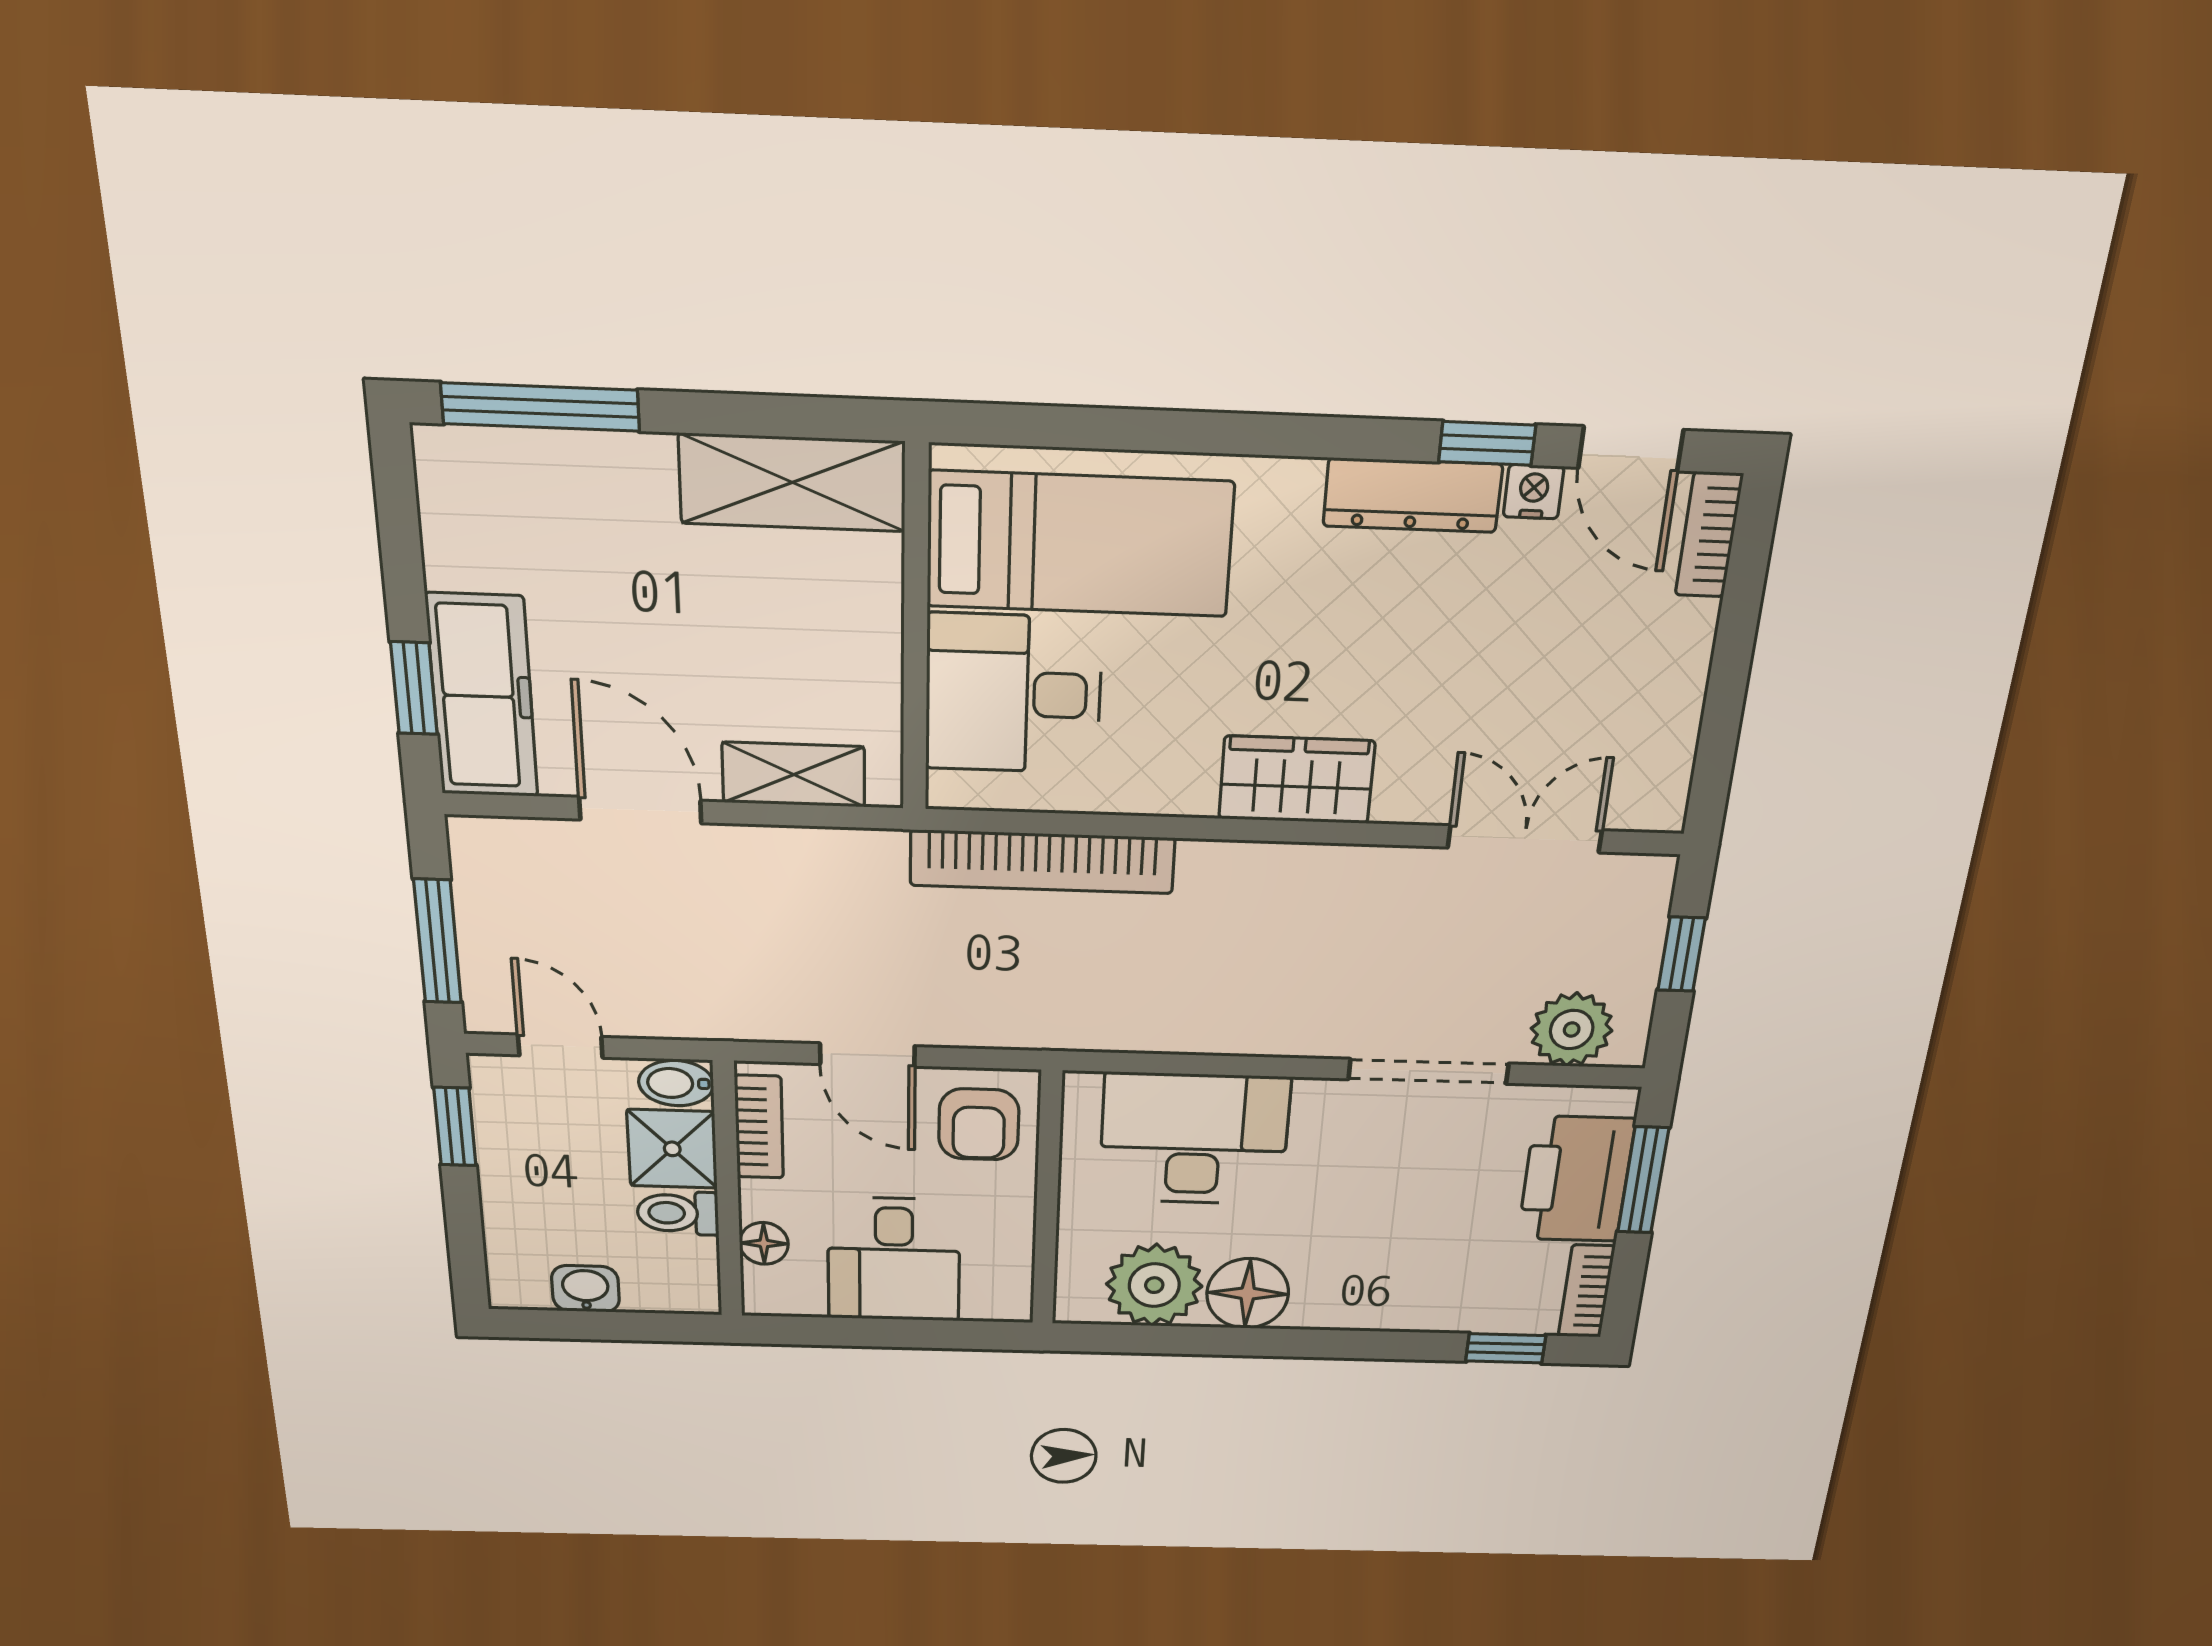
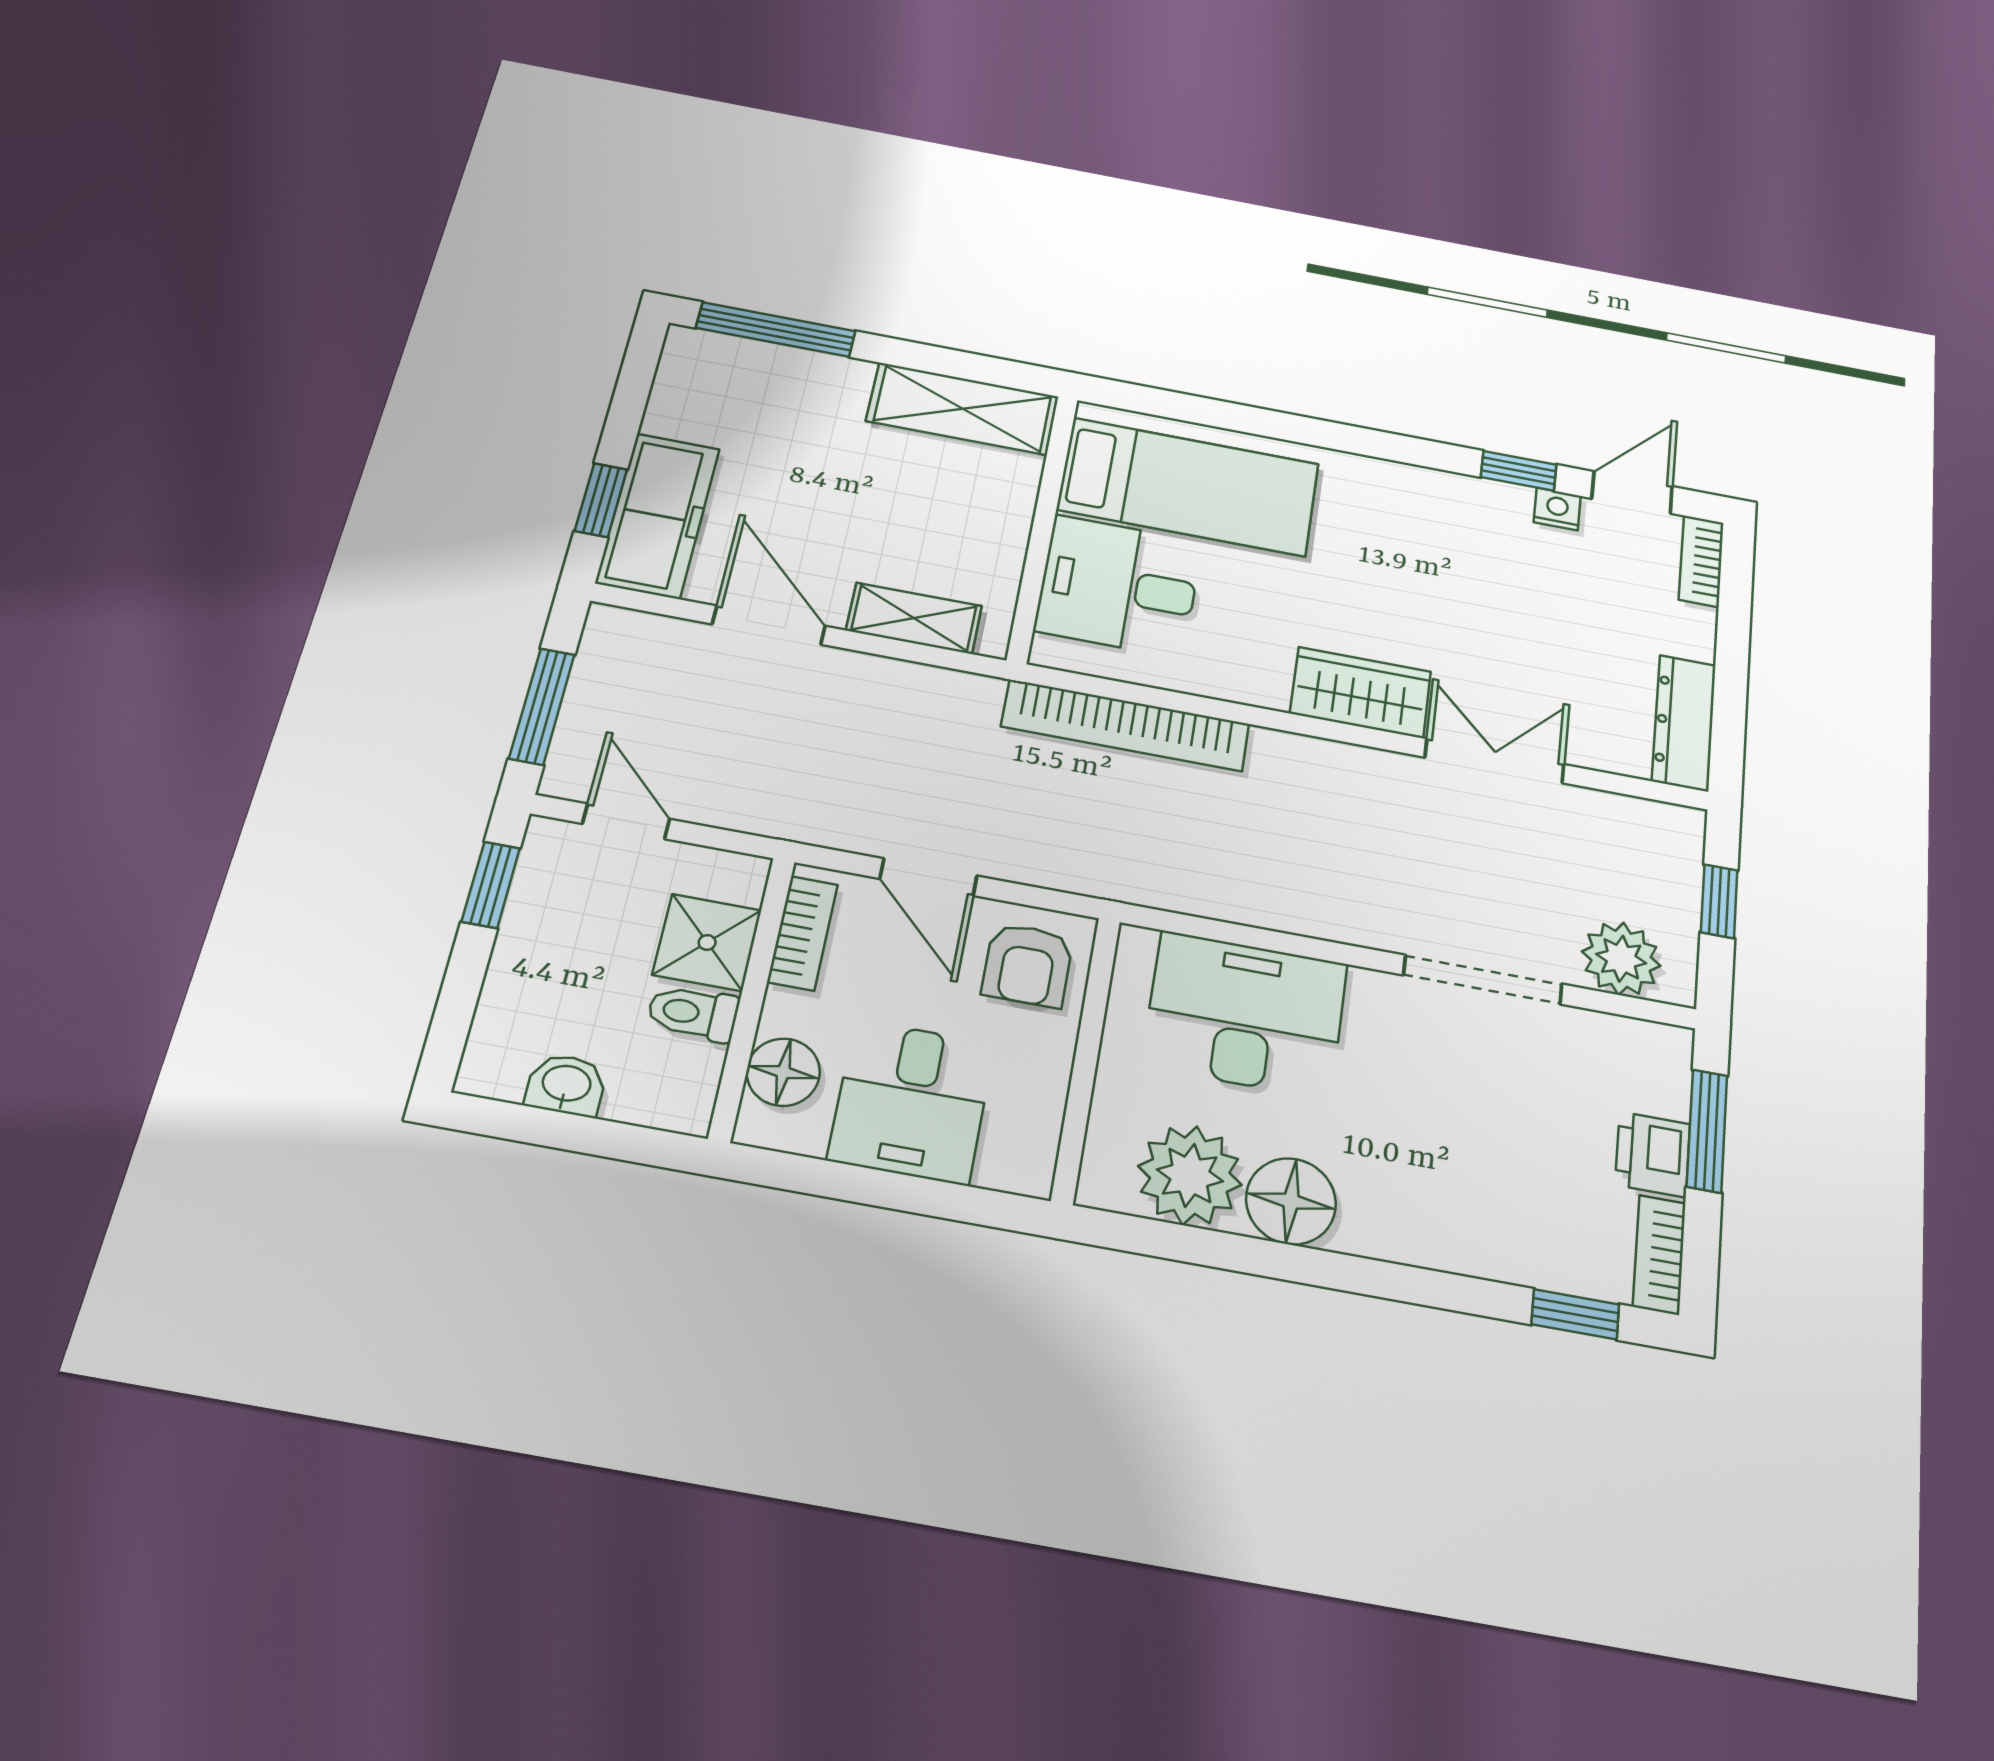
door: (1631, 449) -> (1632, 492), swing flipped
dresser: (1413, 495) -> (1684, 723), moved, turned 90
double door: (1525, 839) -> (1494, 761), moved
bidet: (676, 1083) -> (731, 876), removed
printer: (1576, 1179) -> (1653, 1154), width x0.53, depth x0.68
floor lamp: (764, 1243) -> (783, 1072), width x1.37, depth x1.37

